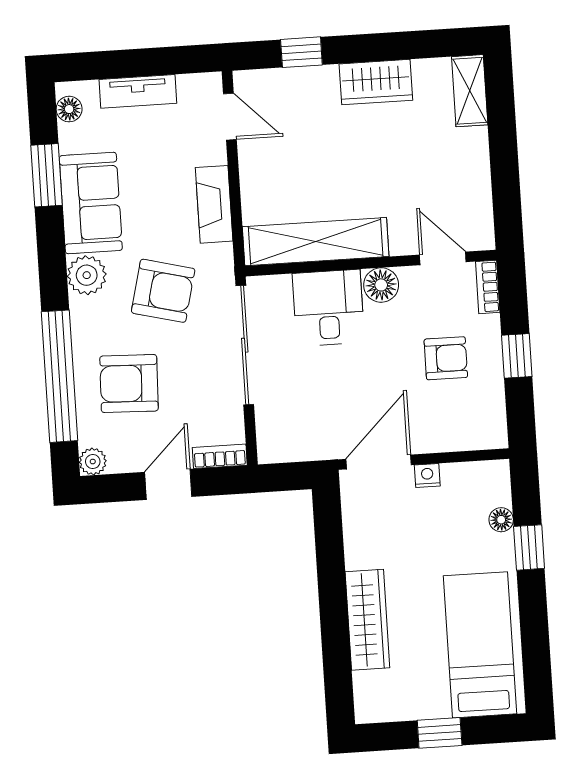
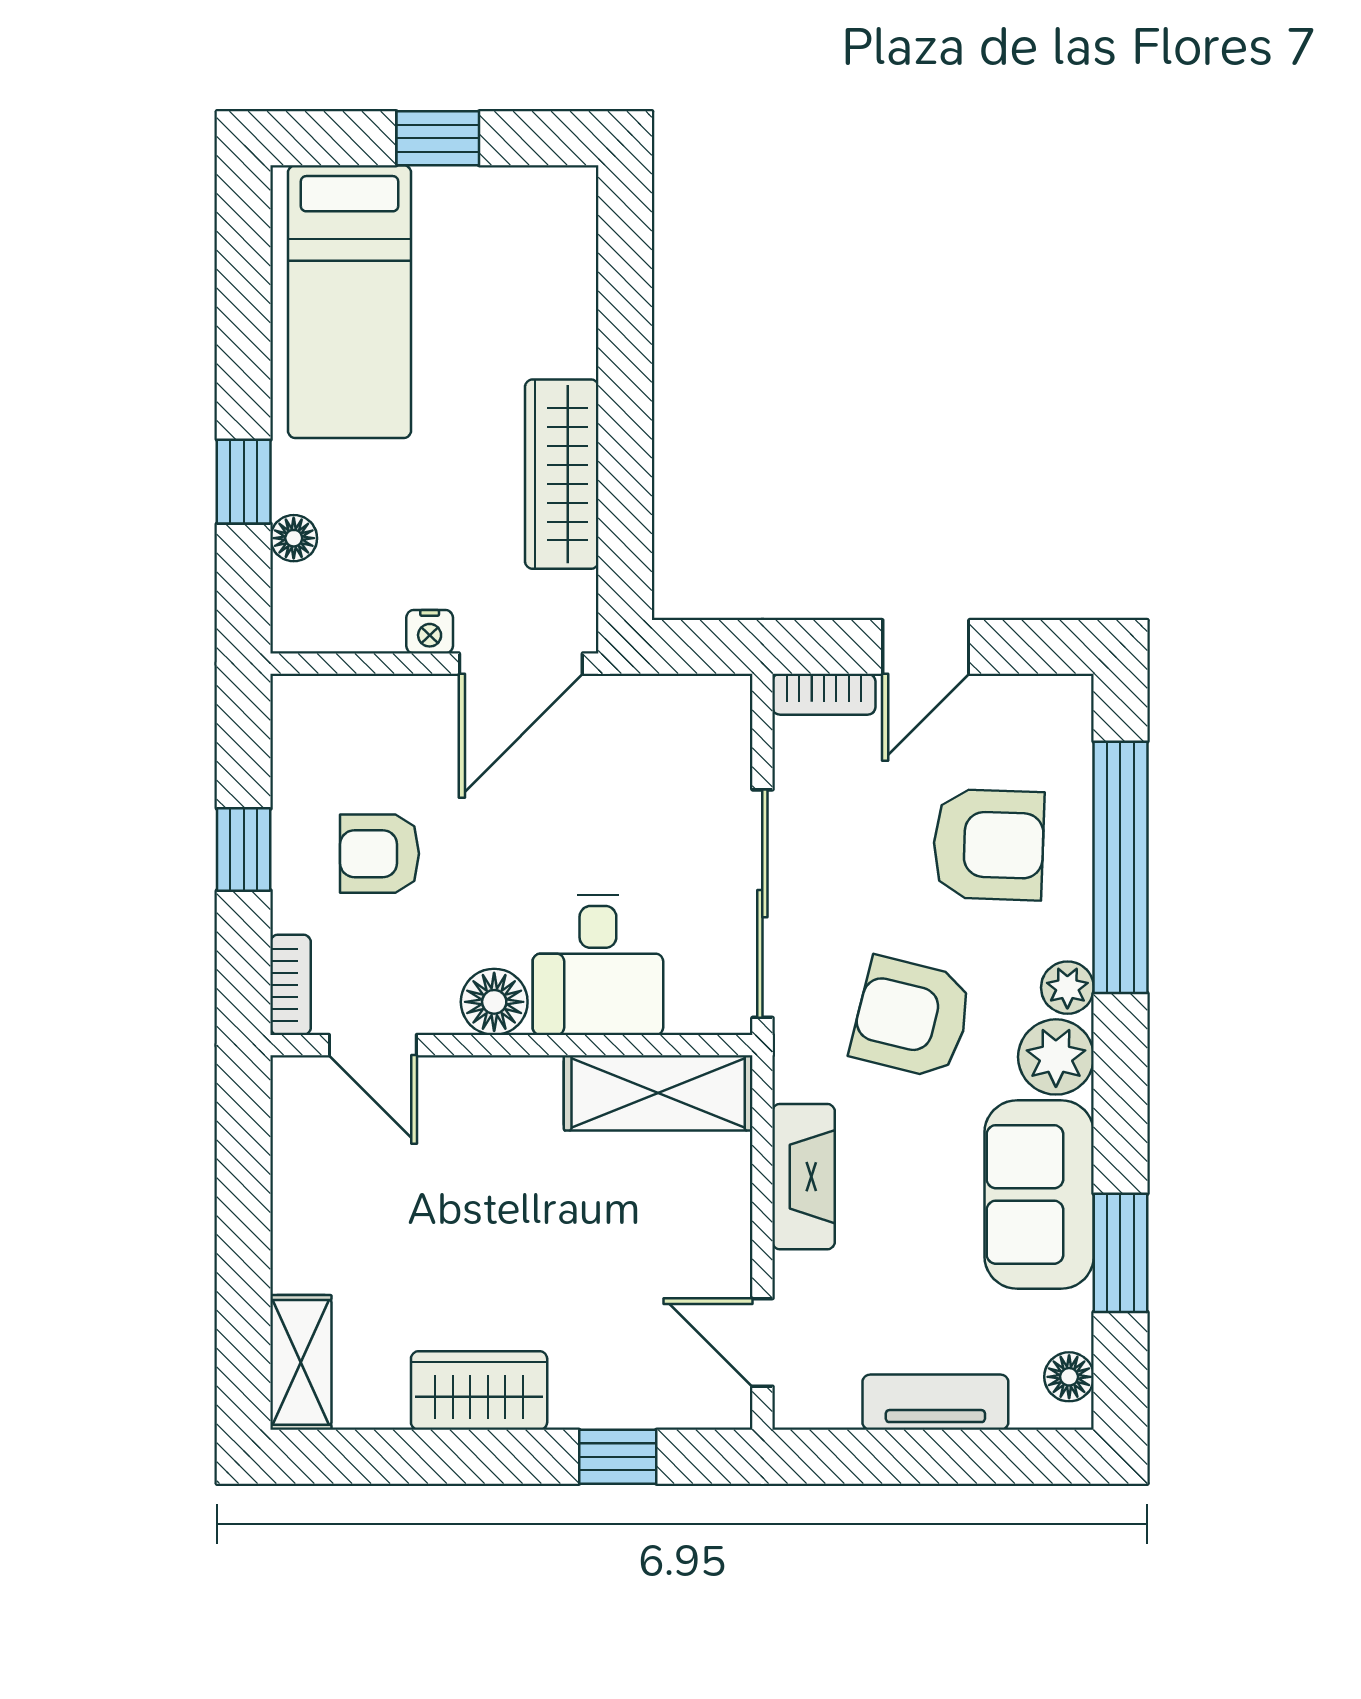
shelving: (316, 242) -> (658, 1093), width x0.68
plant: (93, 462) -> (1067, 988), moved
wardrobe: (367, 620) -> (562, 474), moved

